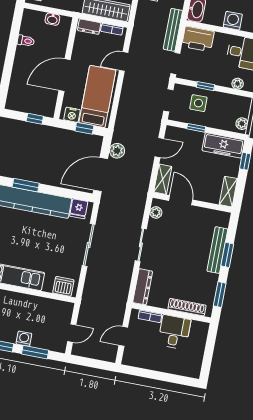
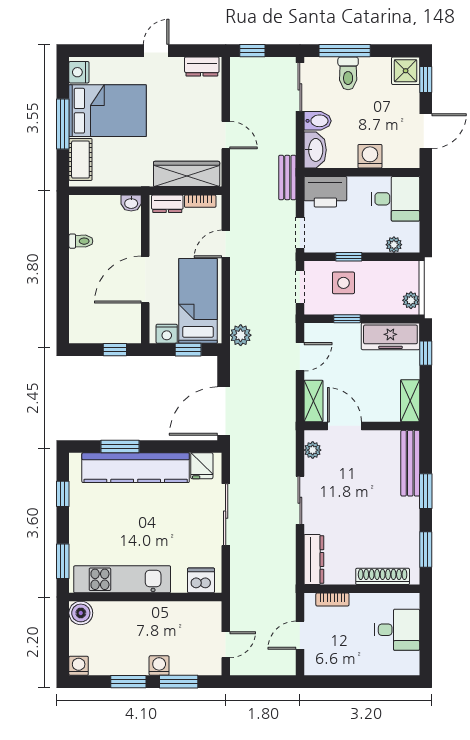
washbasin: (52, 19) -> (131, 203), moved
bench: (173, 30) -> (287, 178), width x0.73
plant: (117, 151) -> (241, 335), moved
bench: (217, 250) -> (410, 463), moved
desk: (174, 332) -> (397, 630), moved, turned 90

